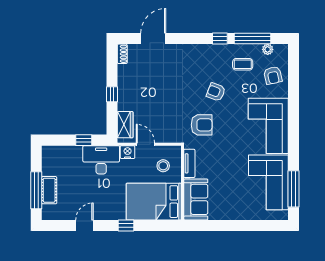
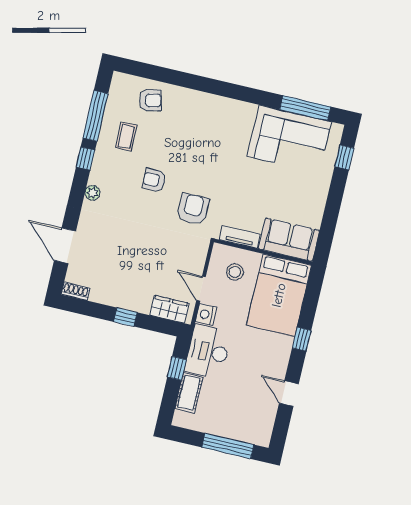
plant: (268, 49) -> (93, 193), moved
armchair: (216, 92) -> (154, 180), turned 69
corner sofa: (268, 126) -> (215, 122), removed
door: (145, 144) -> (201, 289), hinge flipped
cot: (49, 190) -> (189, 393), moved, turned 90
window: (265, 225) -> (344, 157), added

